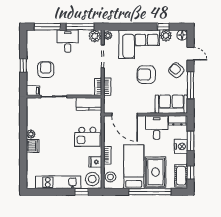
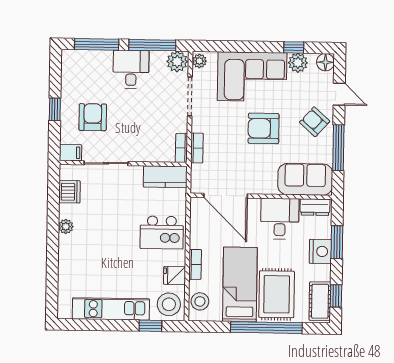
dishwasher: (33, 146) -> (69, 192), moved

